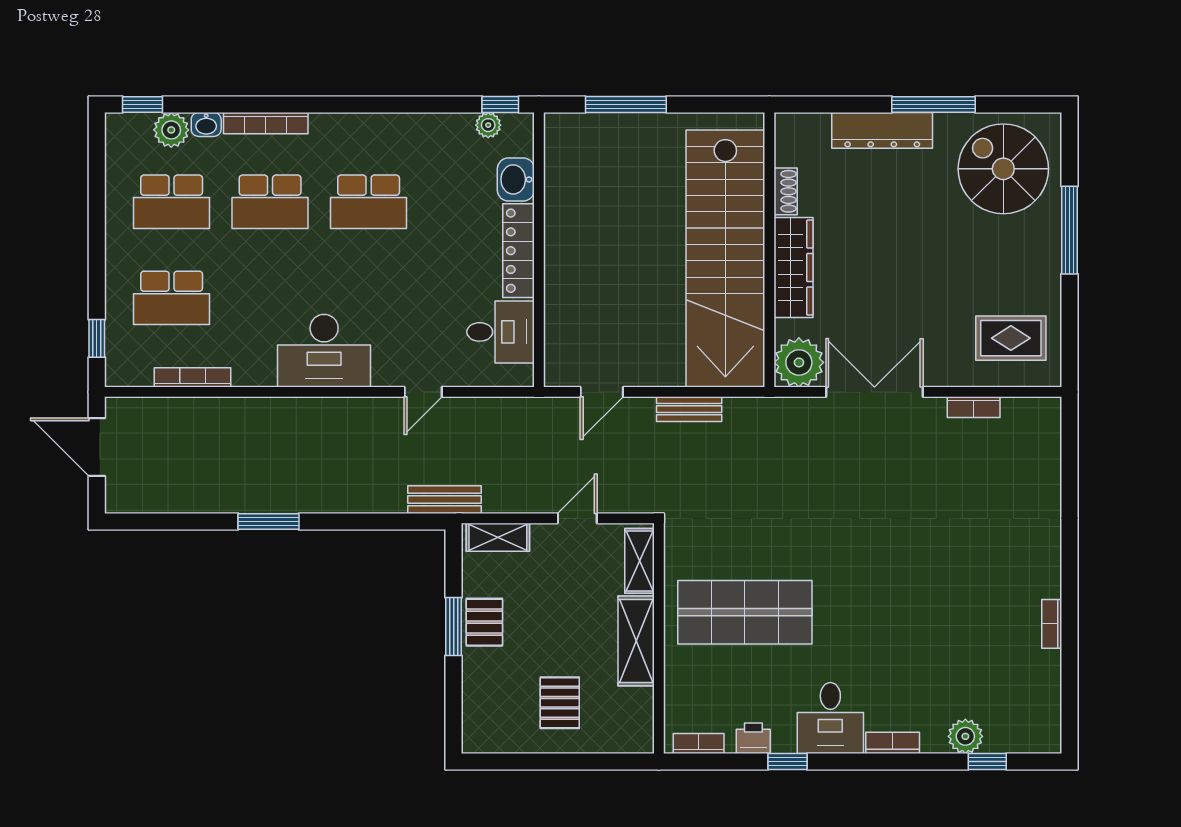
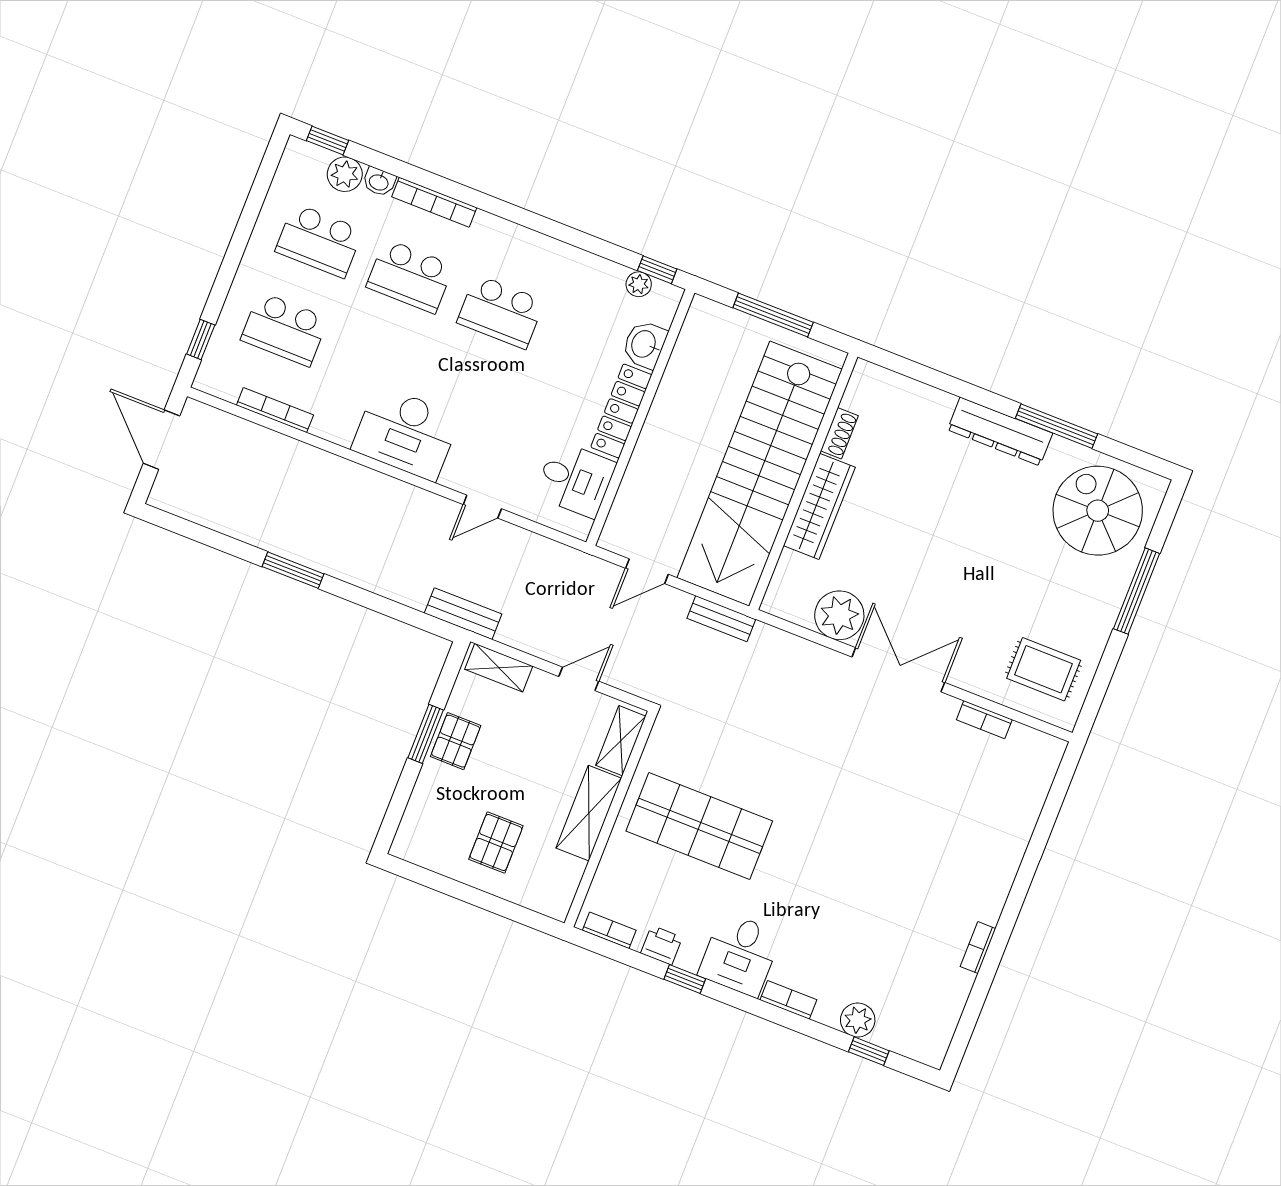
shoe rack: (786, 191) -> (839, 433), moved
wall: (769, 250) -> (803, 481), moved
stairs: (725, 259) -> (760, 474), moved
wardrobe: (794, 268) -> (819, 506), moved

